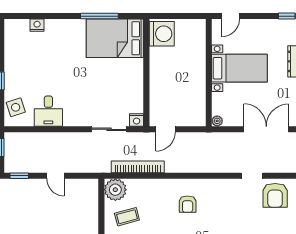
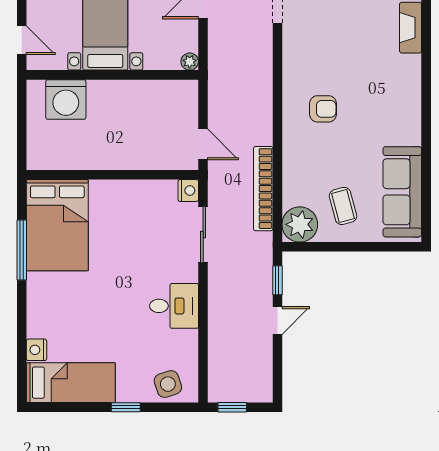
washing machine: (162, 34) -> (66, 99), moved, turned 180
bed: (17, 47) -> (71, 383), added
desk: (48, 111) -> (174, 306), moved
window: (19, 176) -> (277, 280), moved

